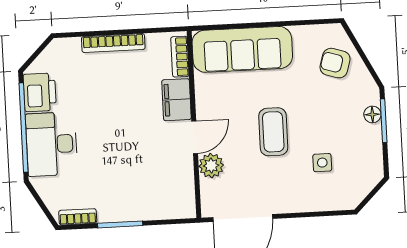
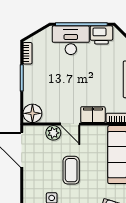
coffee table: (273, 132) -> (71, 170), turned 90
floor lamp: (180, 203) -> (32, 113), added

